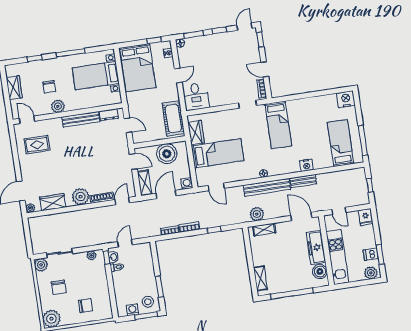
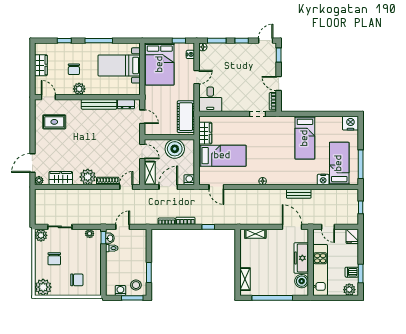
bed: (278, 125) -> (305, 138), moved
nightstand: (307, 165) -> (323, 179), moved
bench: (267, 187) -> (264, 195), removed
plant: (257, 214) -> (251, 218), removed

